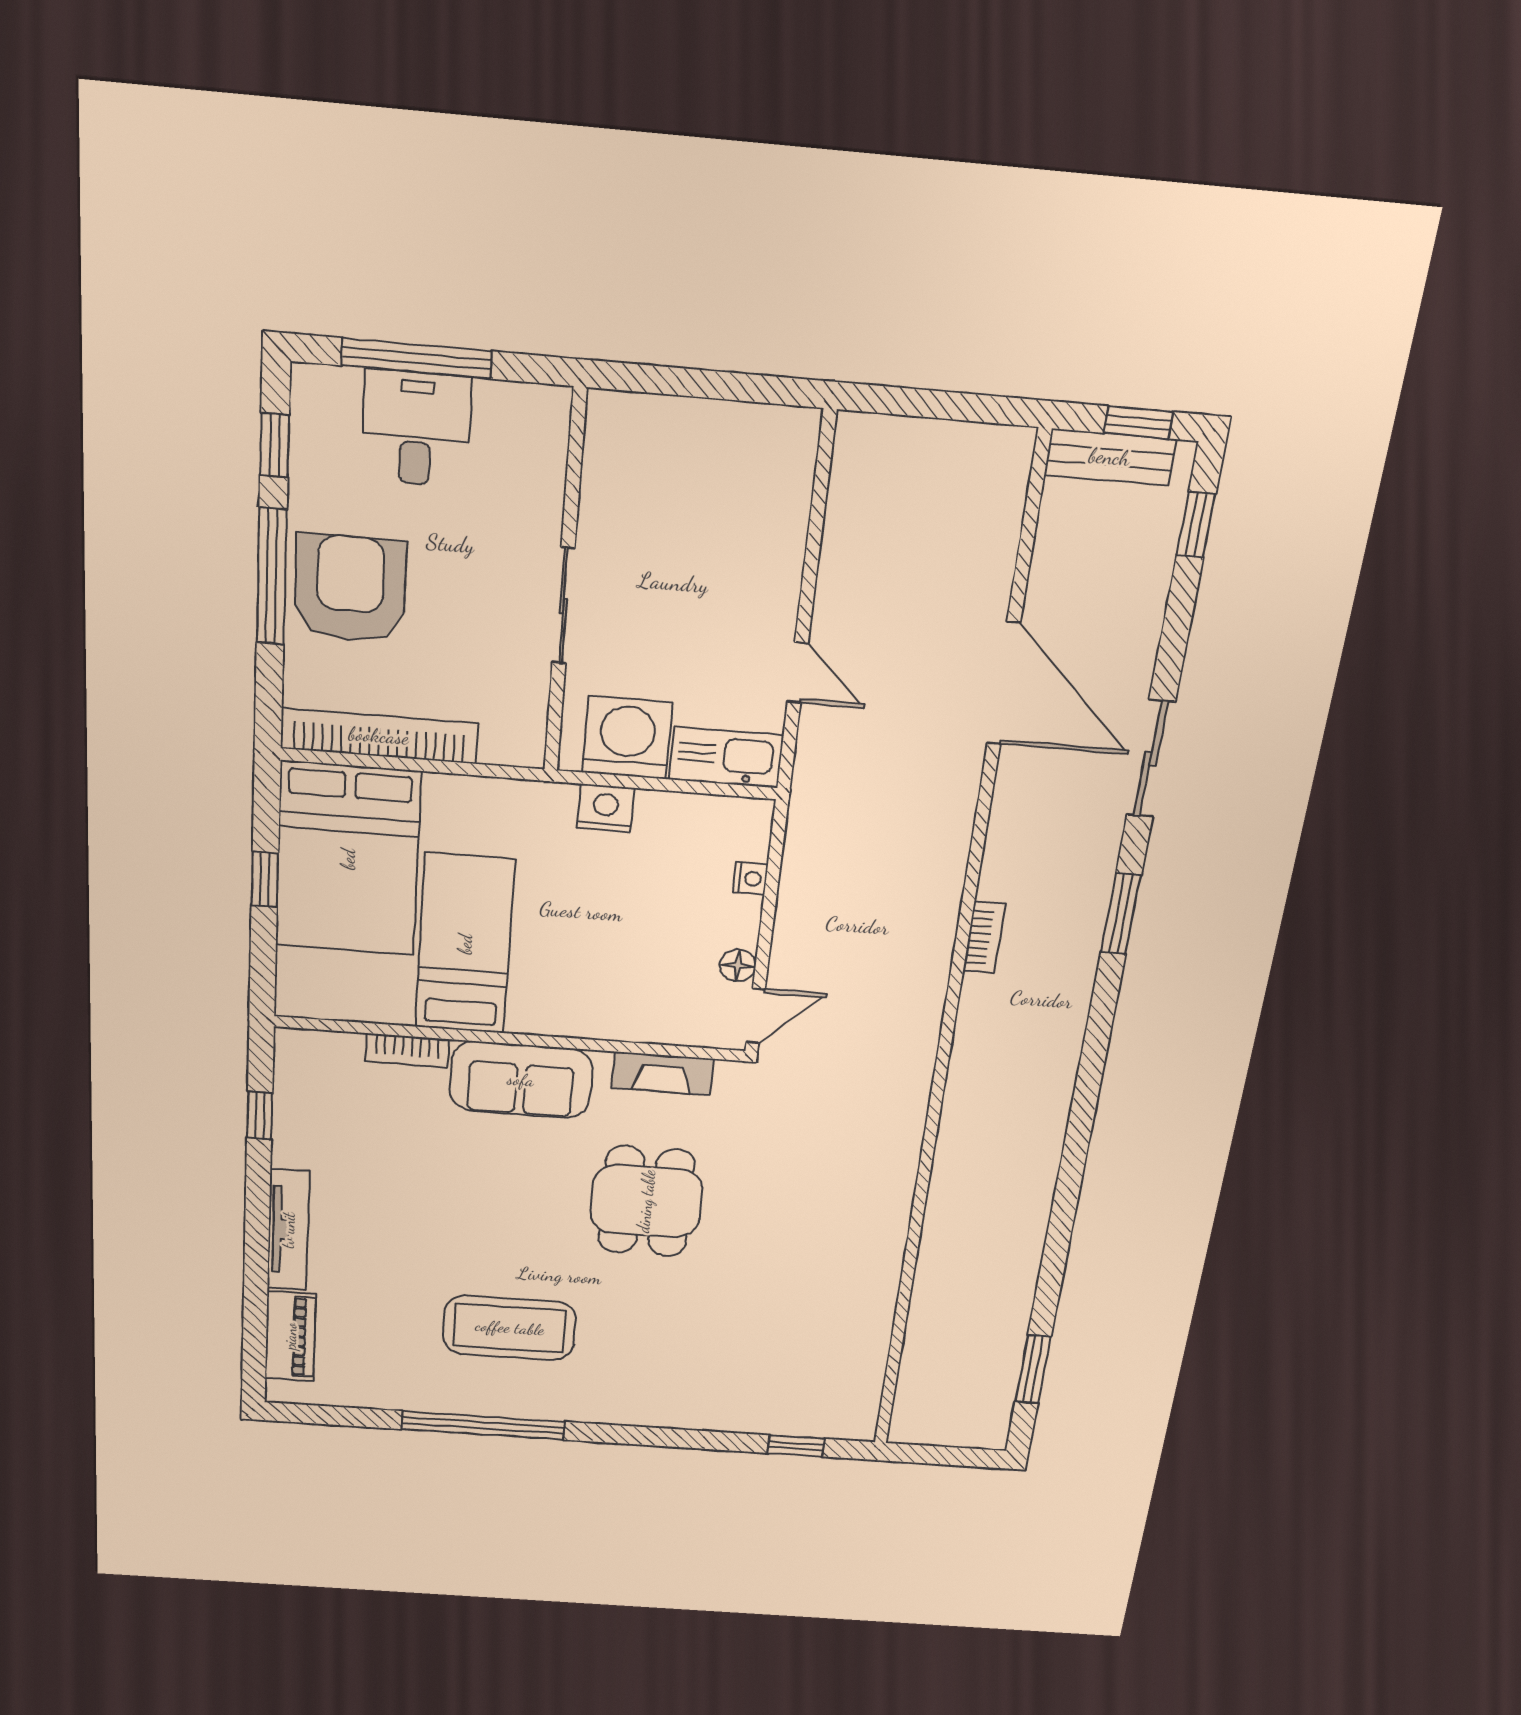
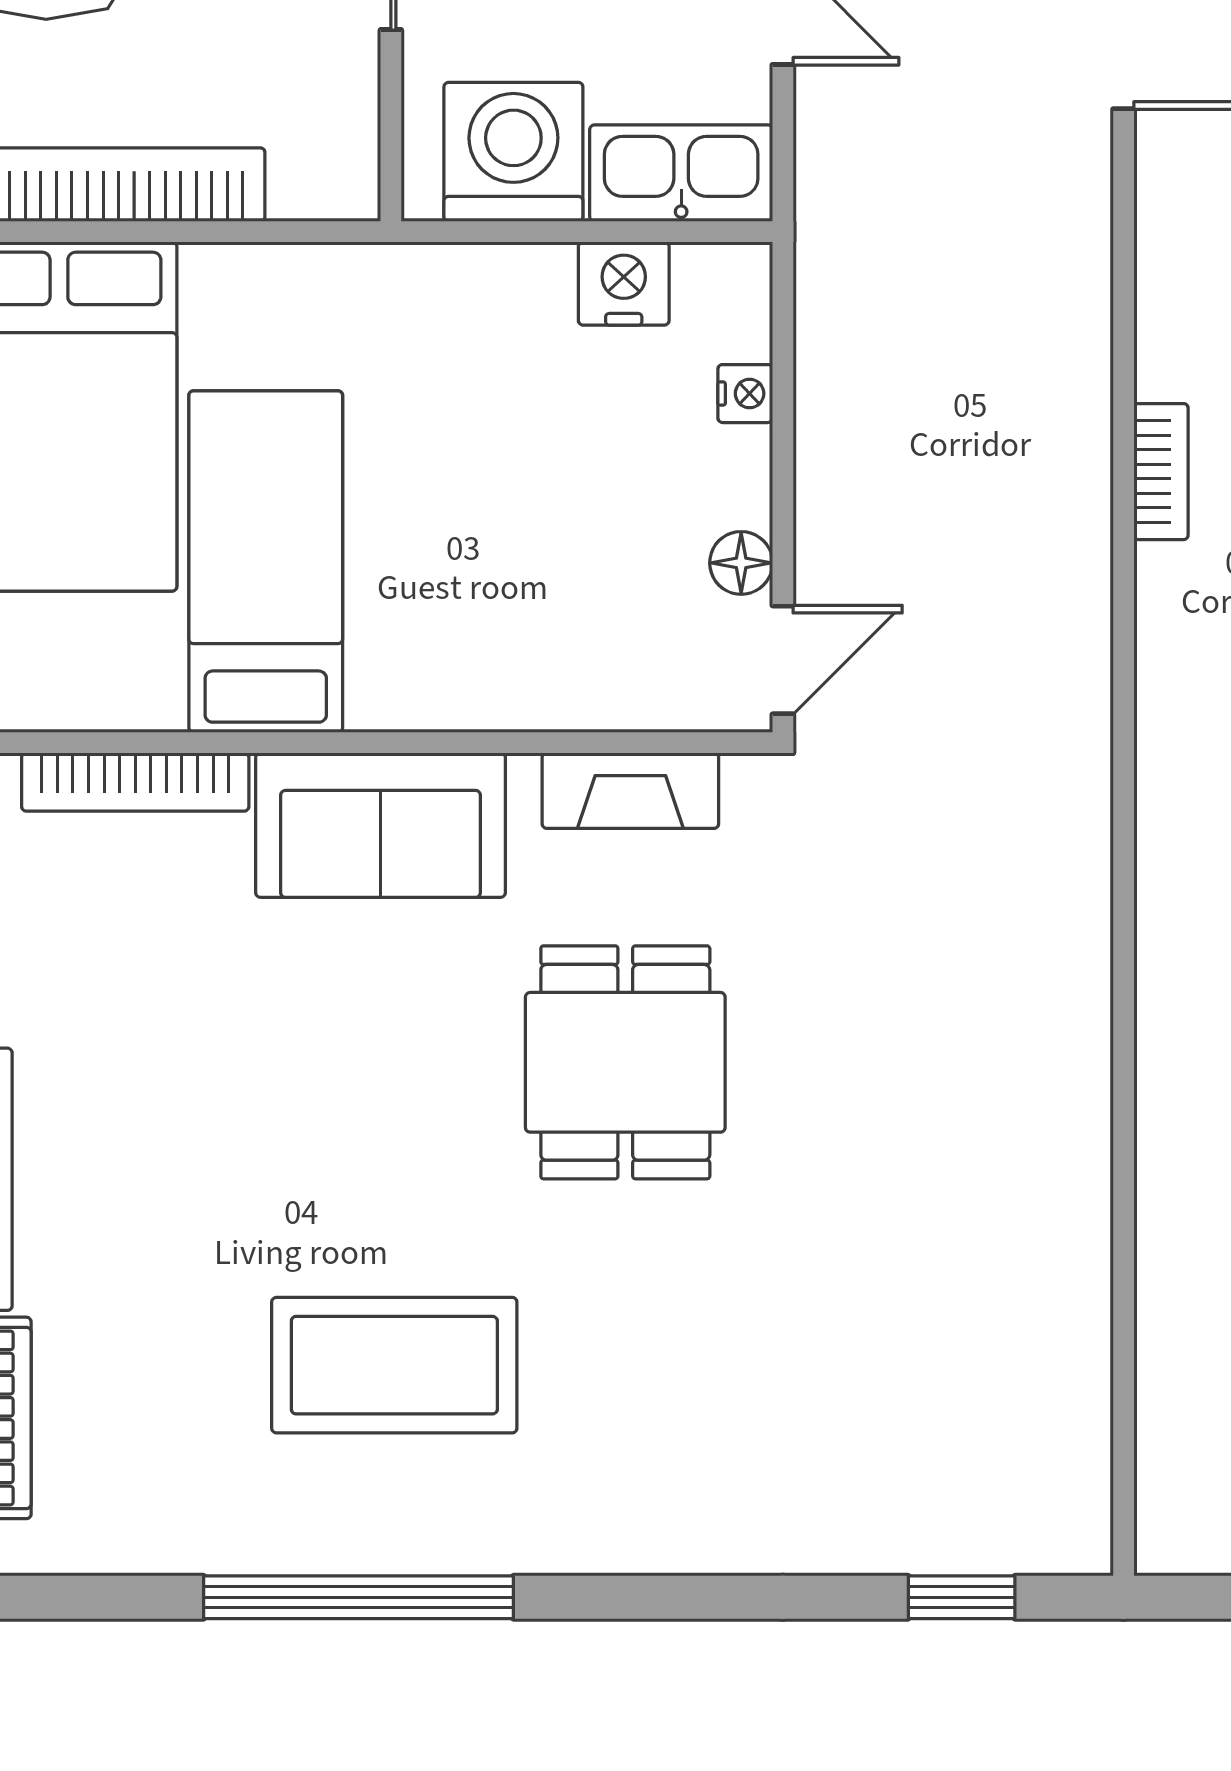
nightstand: (606, 808) -> (624, 283), moved
bookcase: (407, 1050) -> (135, 782), width x1.56

